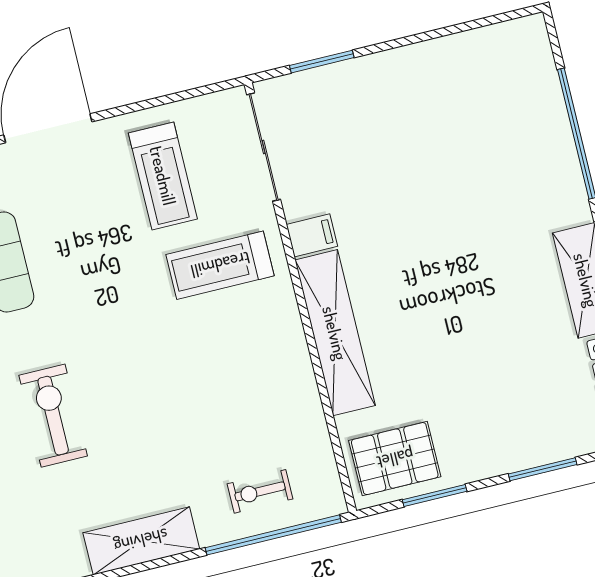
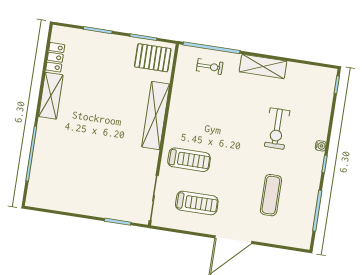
treadmill: (163, 176) -> (197, 203), turned 90
filing cabinet: (312, 235) -> (149, 157), removed

